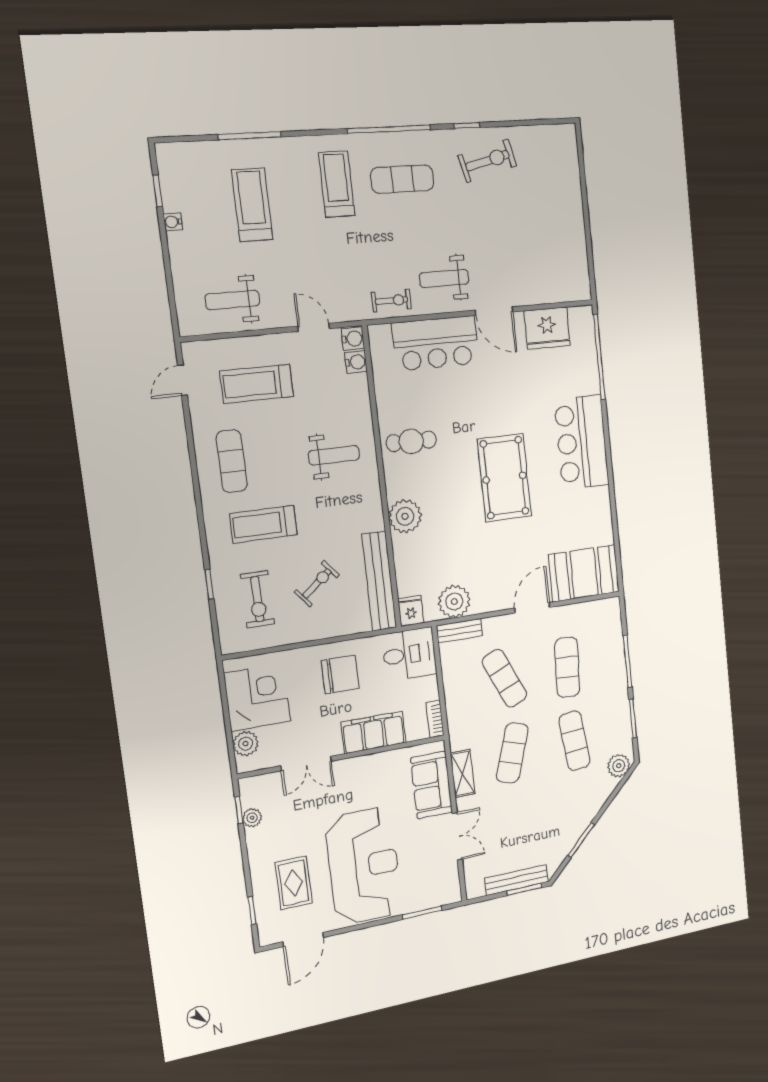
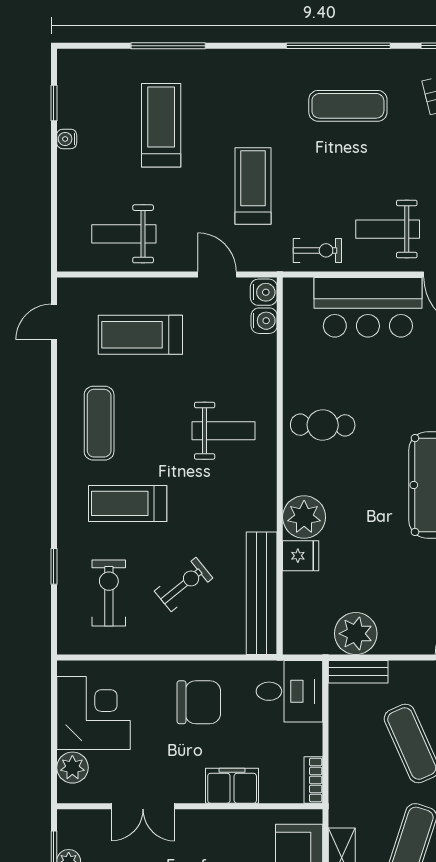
treadmill: (337, 184) -> (253, 186), moved
exercise bike: (257, 599) -> (109, 593), turned 180
fridge: (411, 611) -> (301, 556), moved, turned 90
filing cabinet: (374, 732) -> (232, 786), width x0.67, depth x0.86

